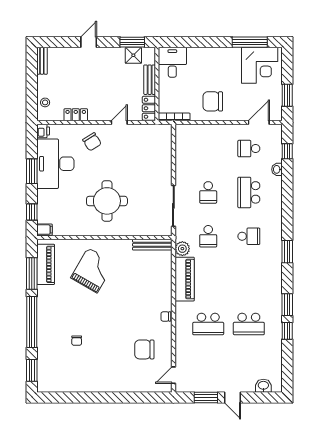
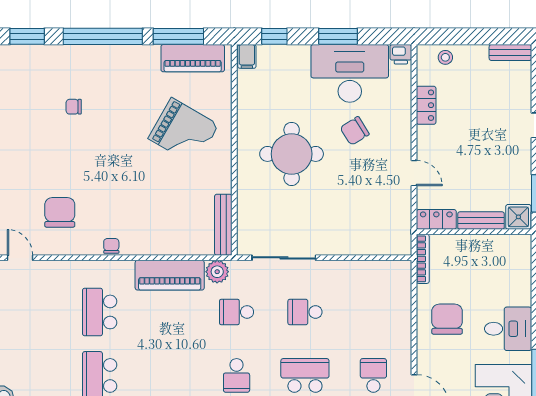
shower: (133, 55) -> (518, 217), moved
desk: (172, 62) -> (508, 329), moved
chair: (92, 142) -> (355, 131), moved

